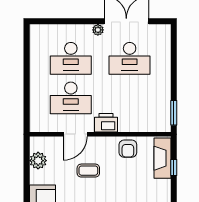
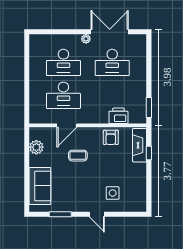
printer: (106, 123) -> (118, 116), moved

